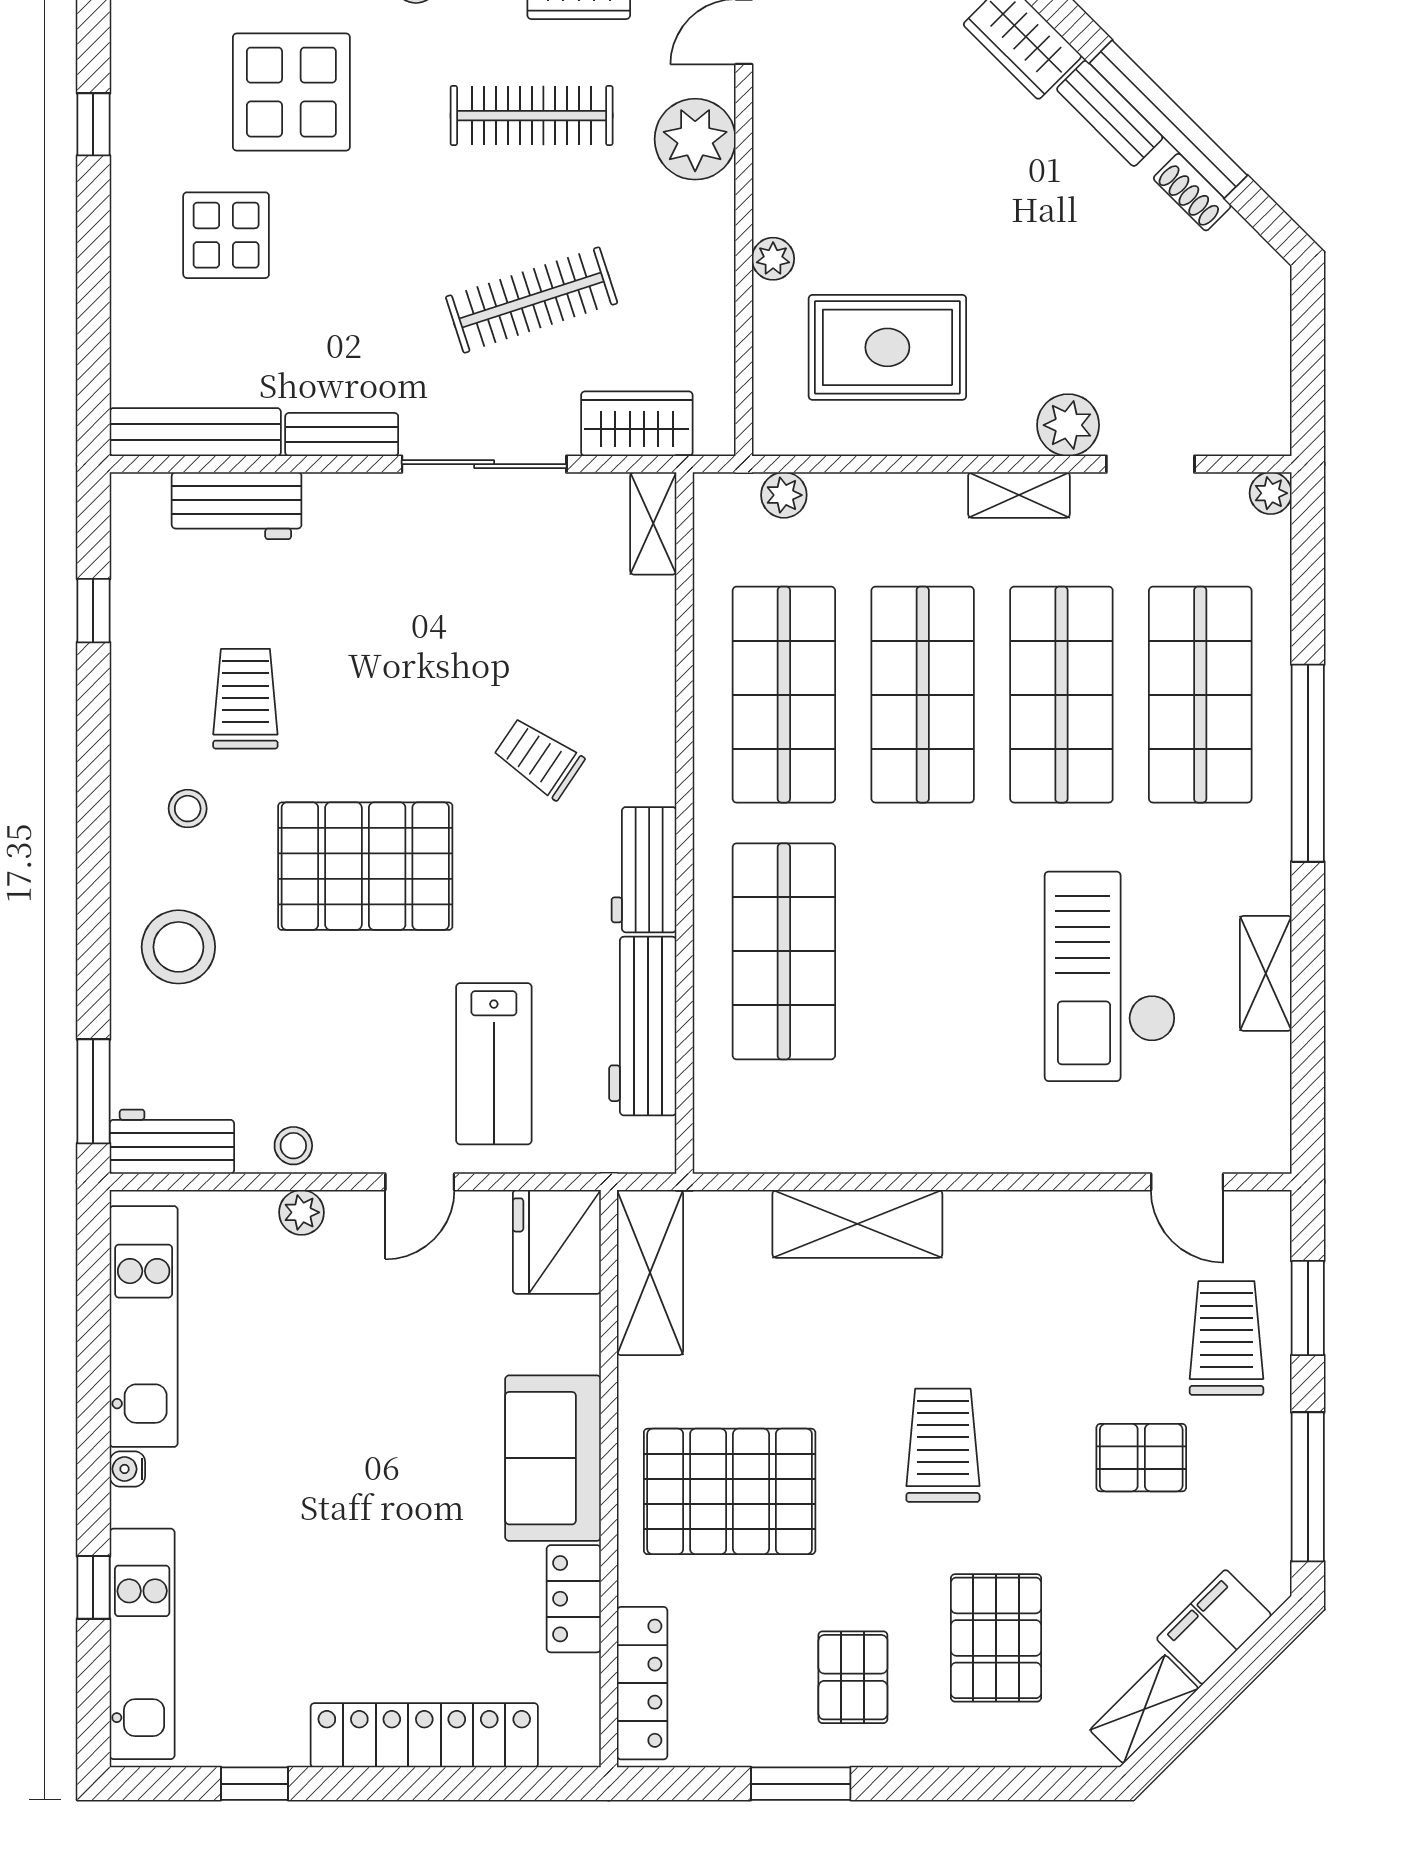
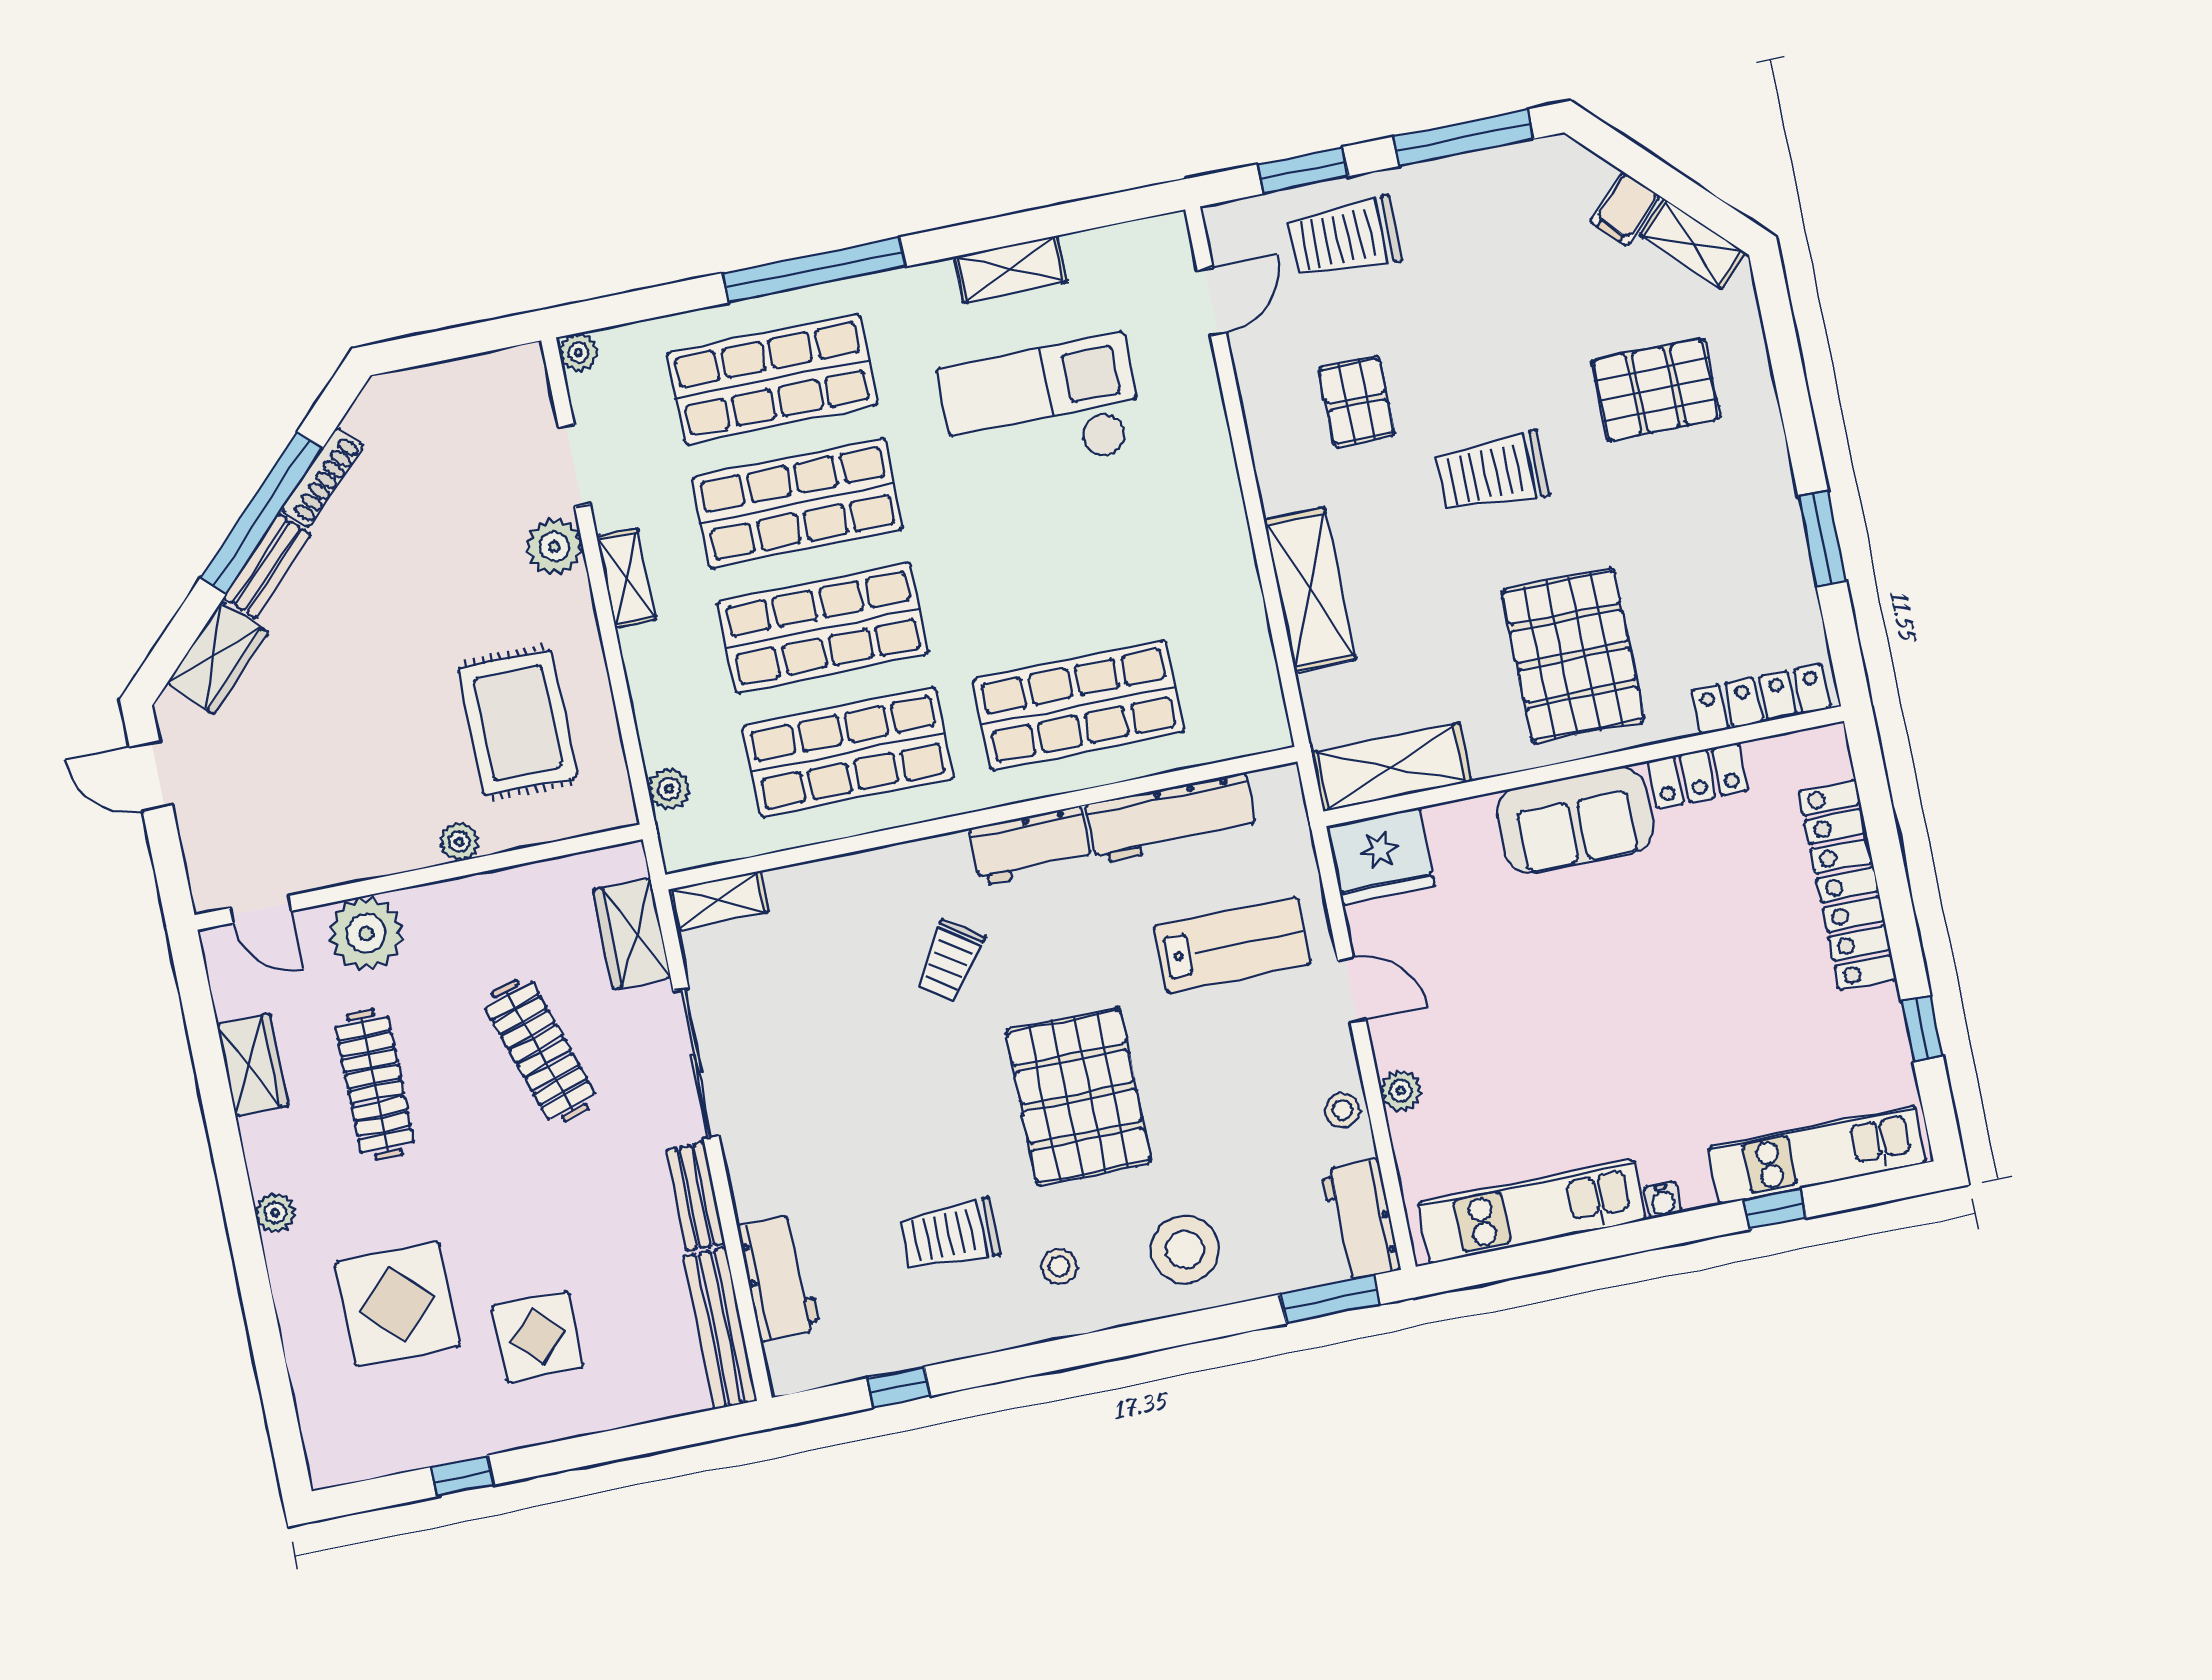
shoe rack: (1192, 192) -> (323, 478), width x1.43
checkout: (1110, 976) -> (1041, 408), turned 180
pallet: (1141, 1458) -> (1357, 401), moved
filing cabinet: (1214, 1627) -> (1625, 209), width x0.50
pallet: (853, 1677) -> (1717, 511), removed

